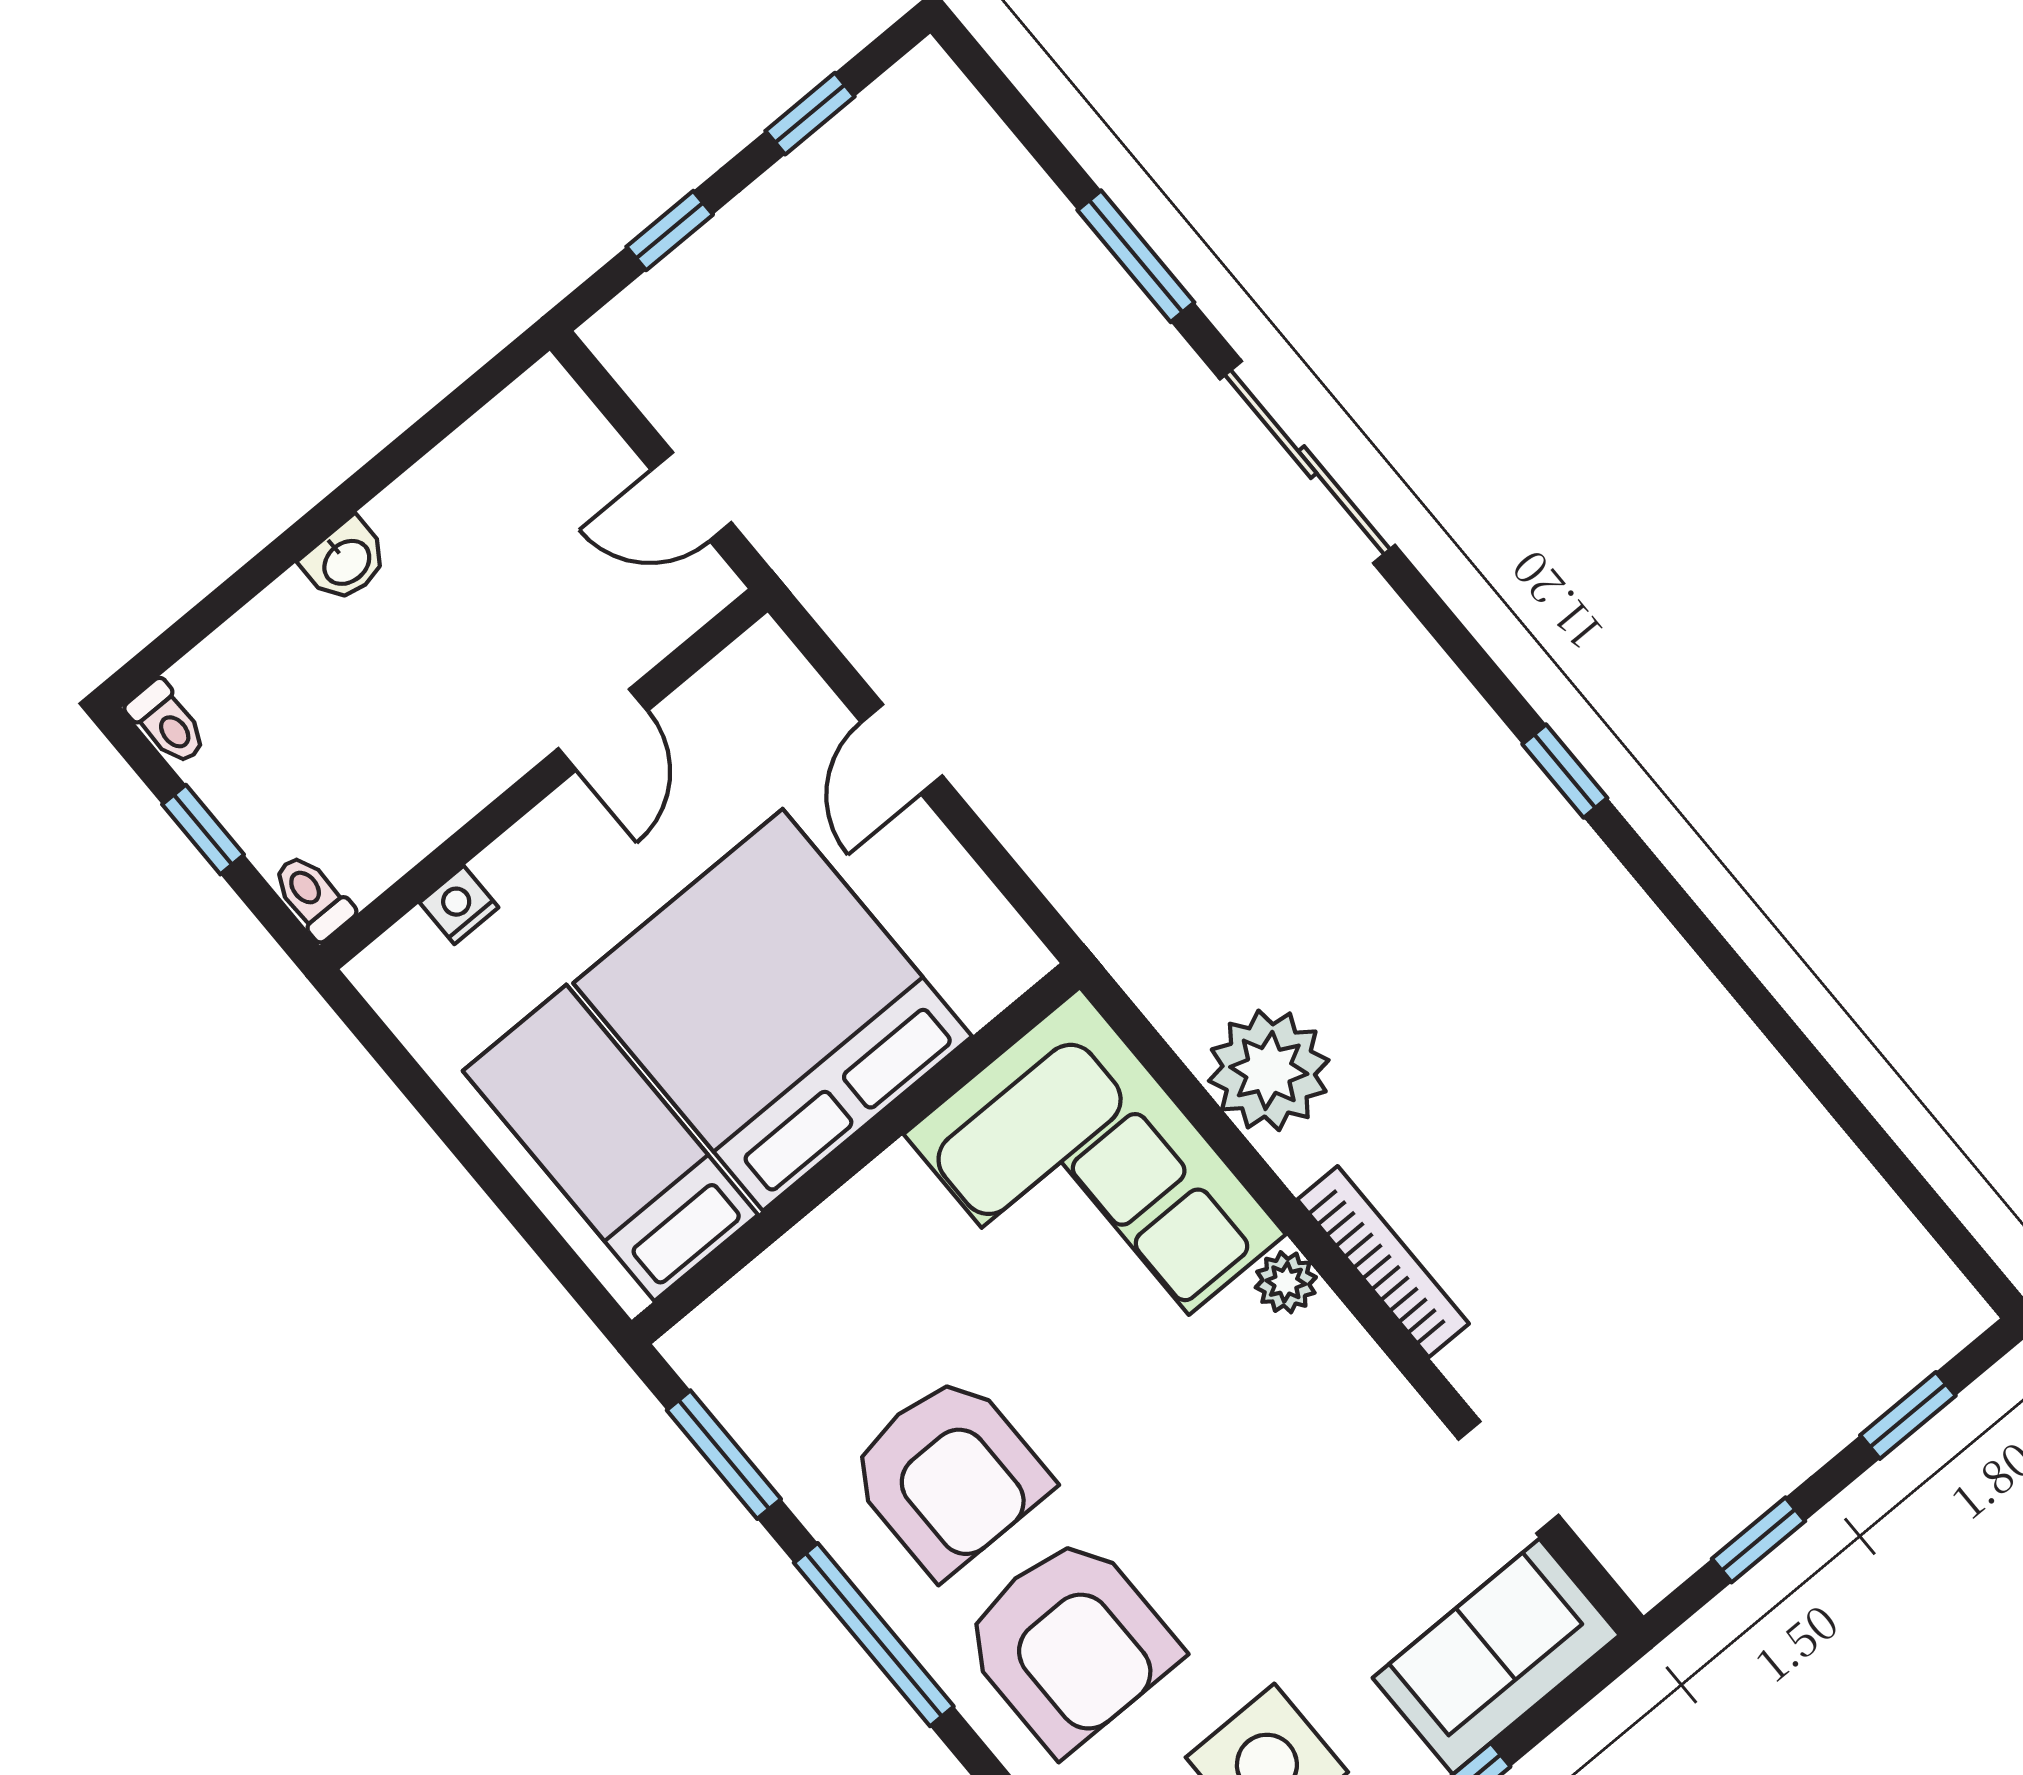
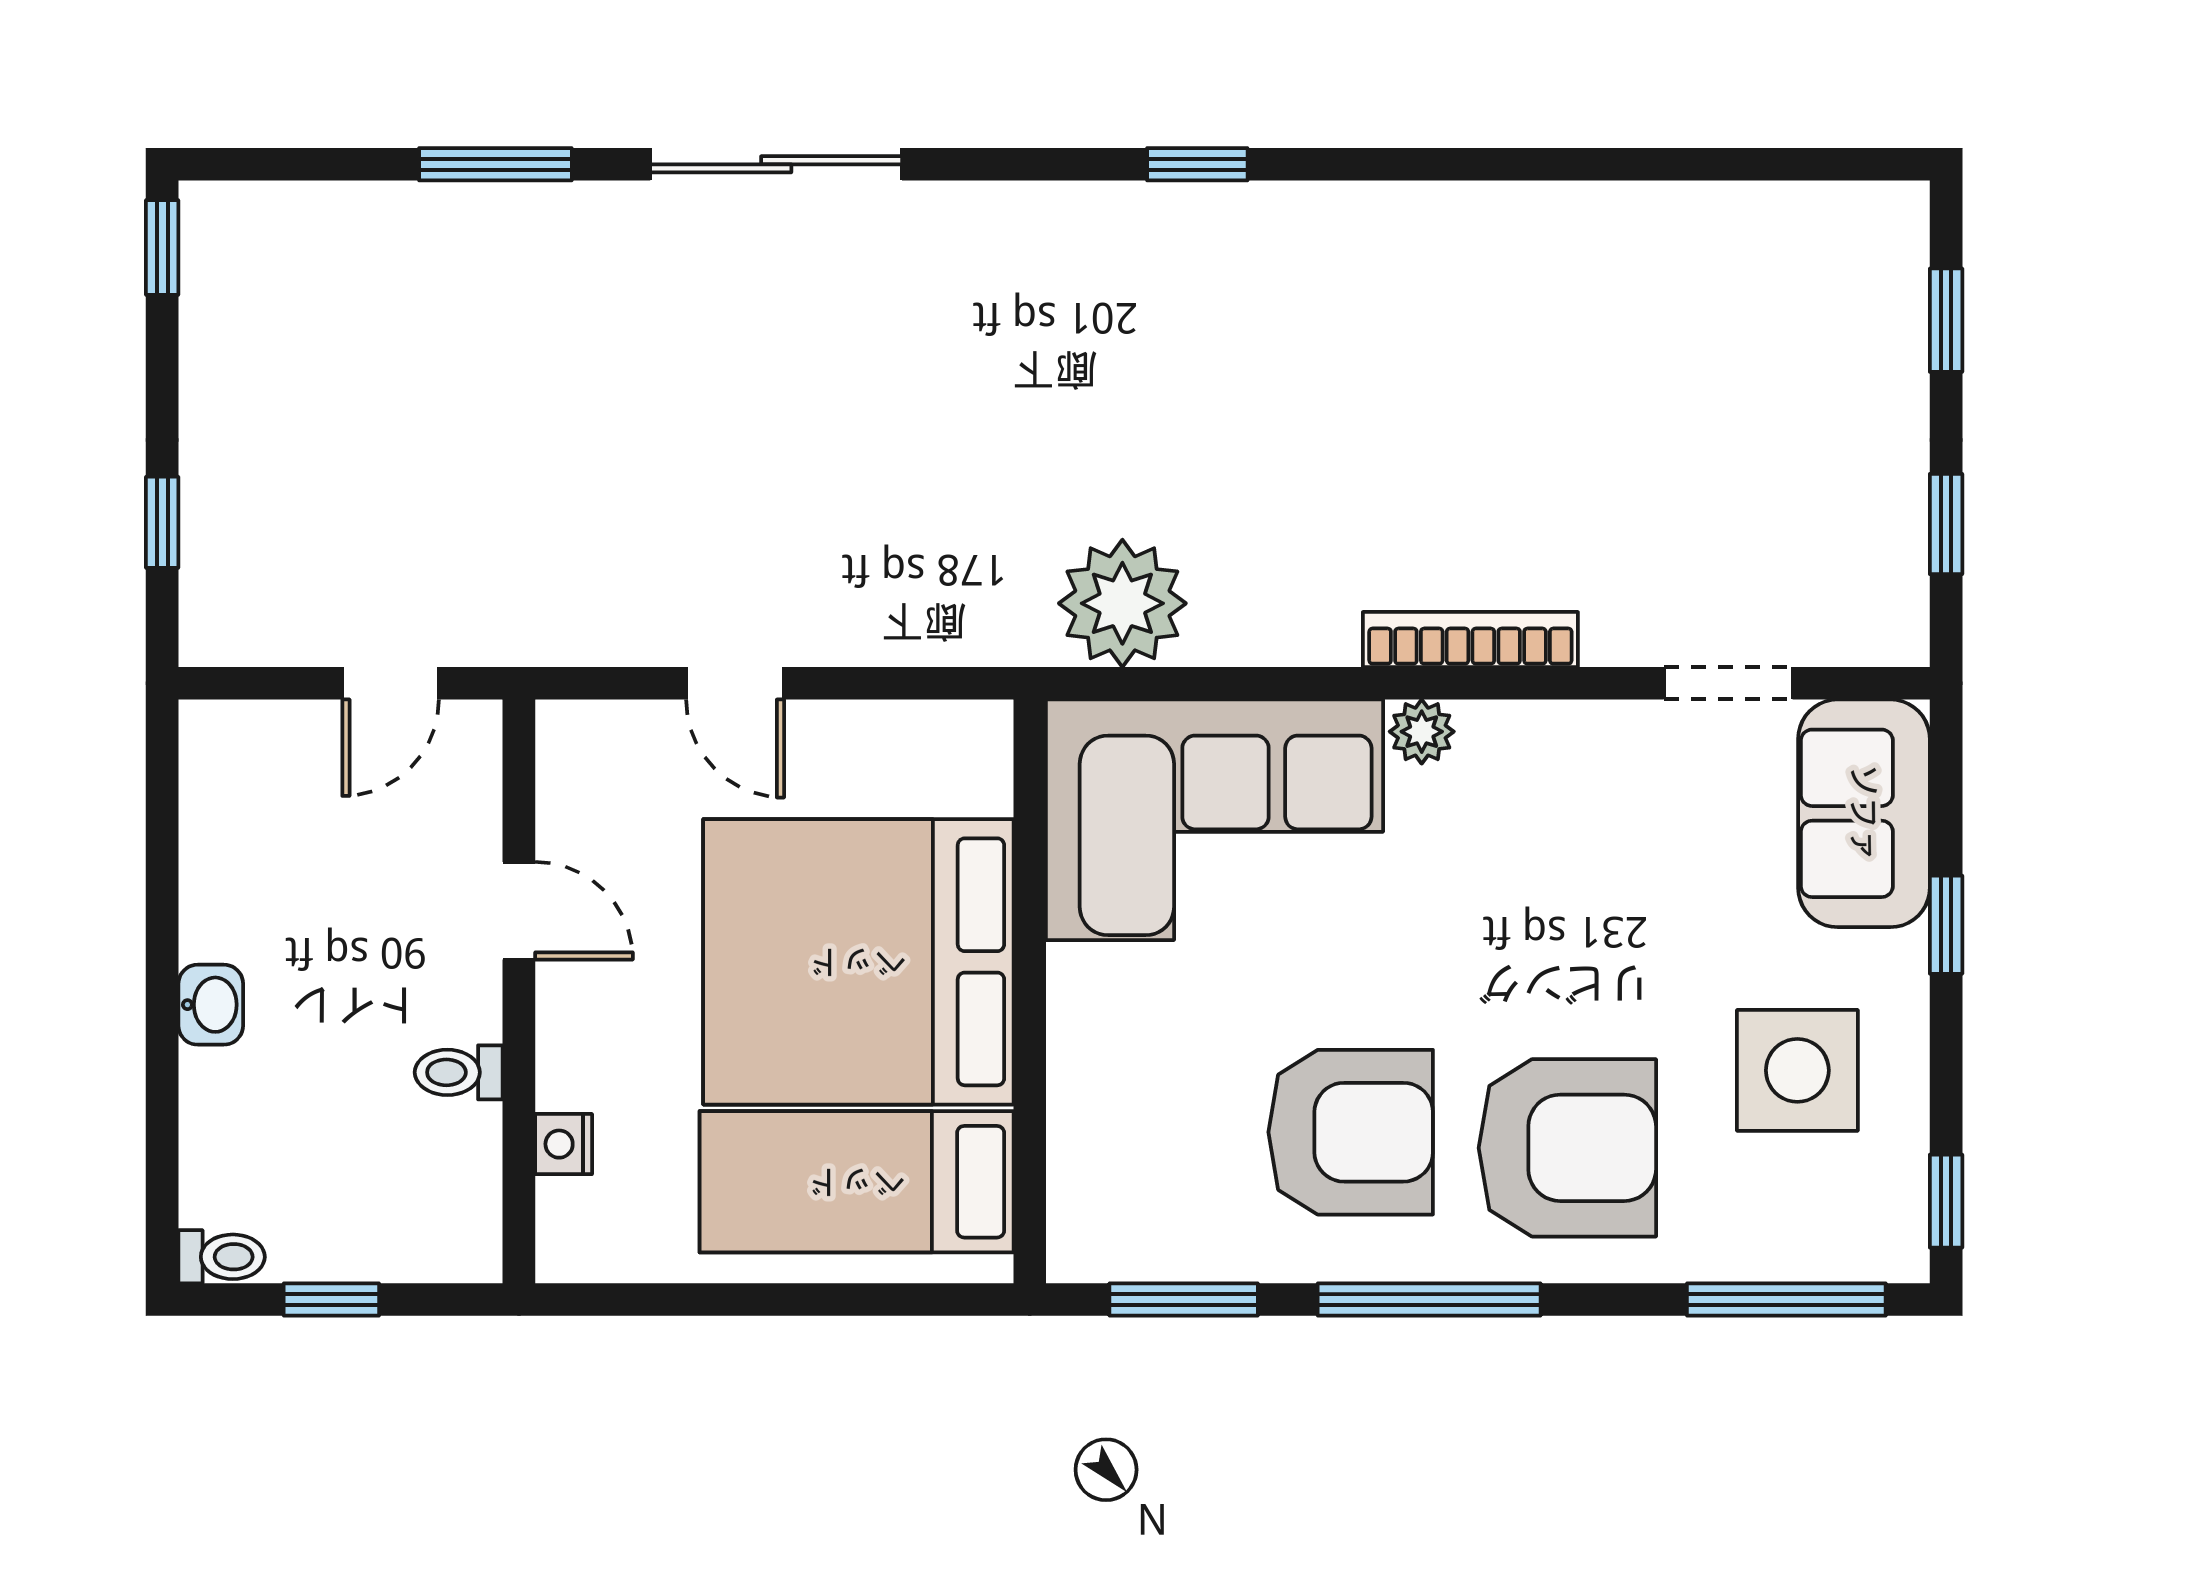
window: (810, 114) -> (162, 247), moved
toilet: (313, 897) -> (459, 1072), moved
plant: (1269, 1070) -> (1122, 603), moved

